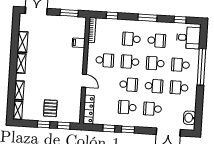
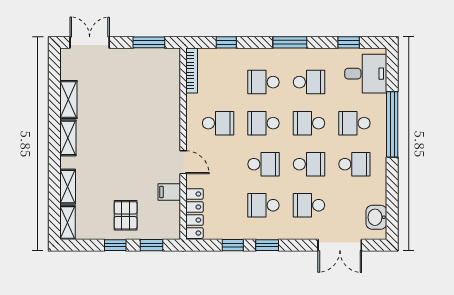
filing cabinet: (79, 43) -> (169, 192), moved
school desk: (179, 88) -> (354, 164), turned 180

